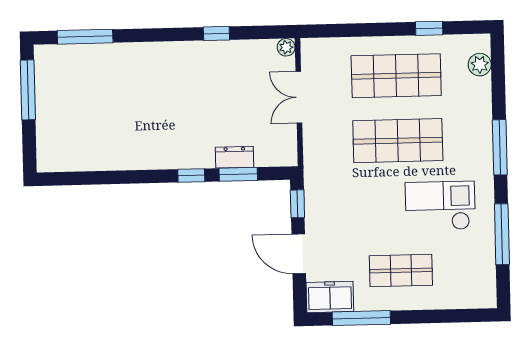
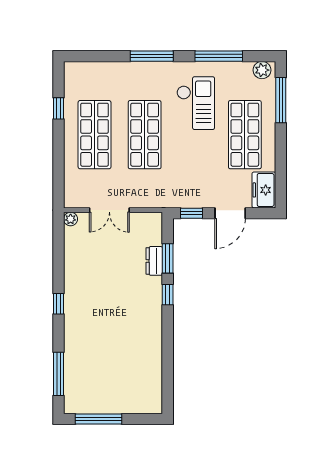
window: (216, 33) -> (59, 304), moved
plant: (480, 65) -> (262, 70), moved
checkout: (440, 206) -> (196, 103), turned 180
shop shelf: (401, 270) -> (245, 135), width x1.43, depth x1.36
window: (361, 318) -> (281, 100), moved

